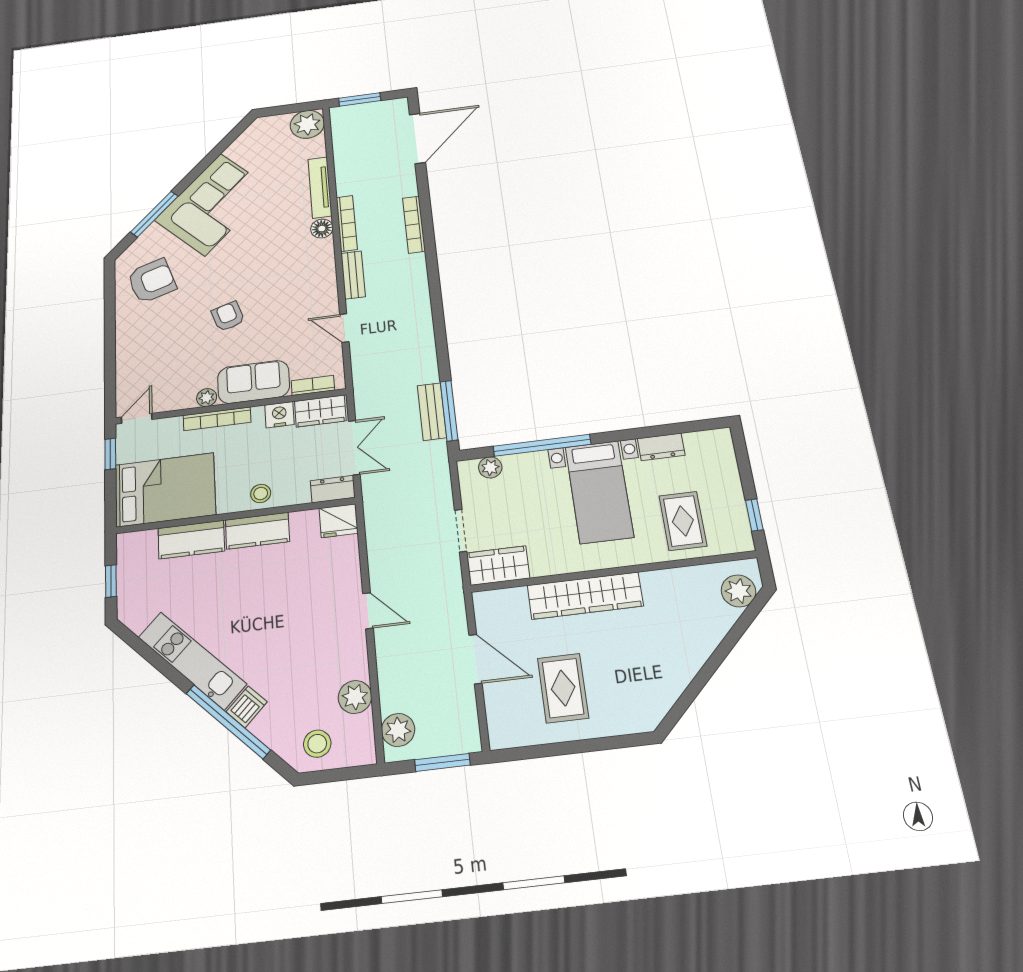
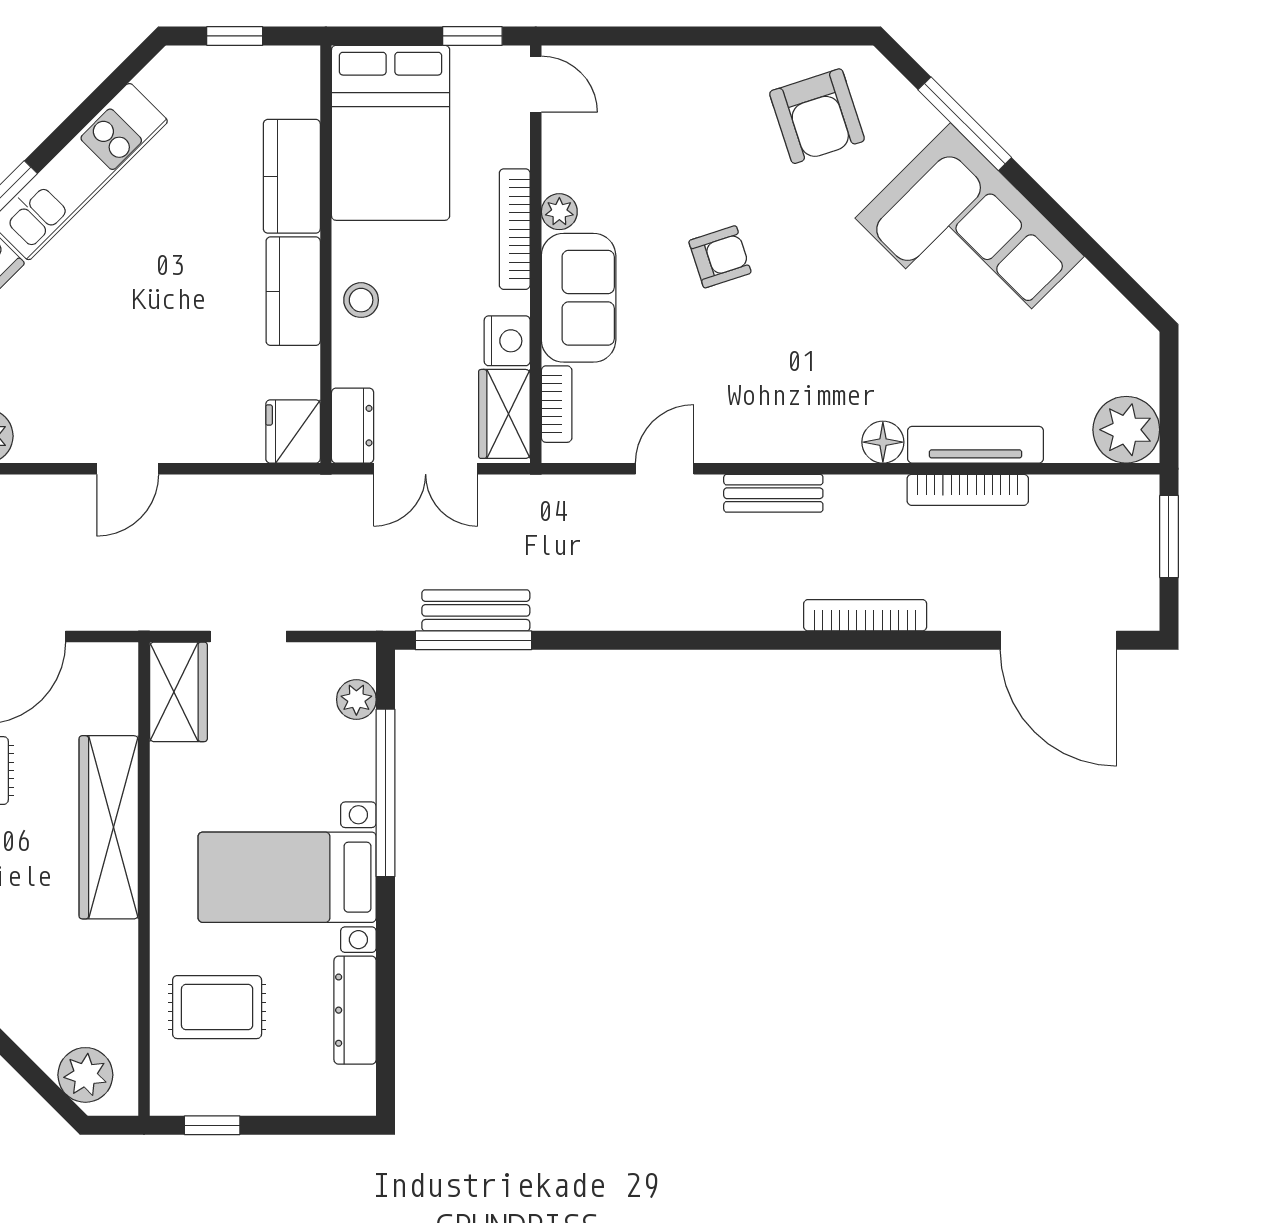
bookcase: (347, 223) -> (968, 490), moved
dresser: (661, 447) -> (355, 1010), width x1.44

